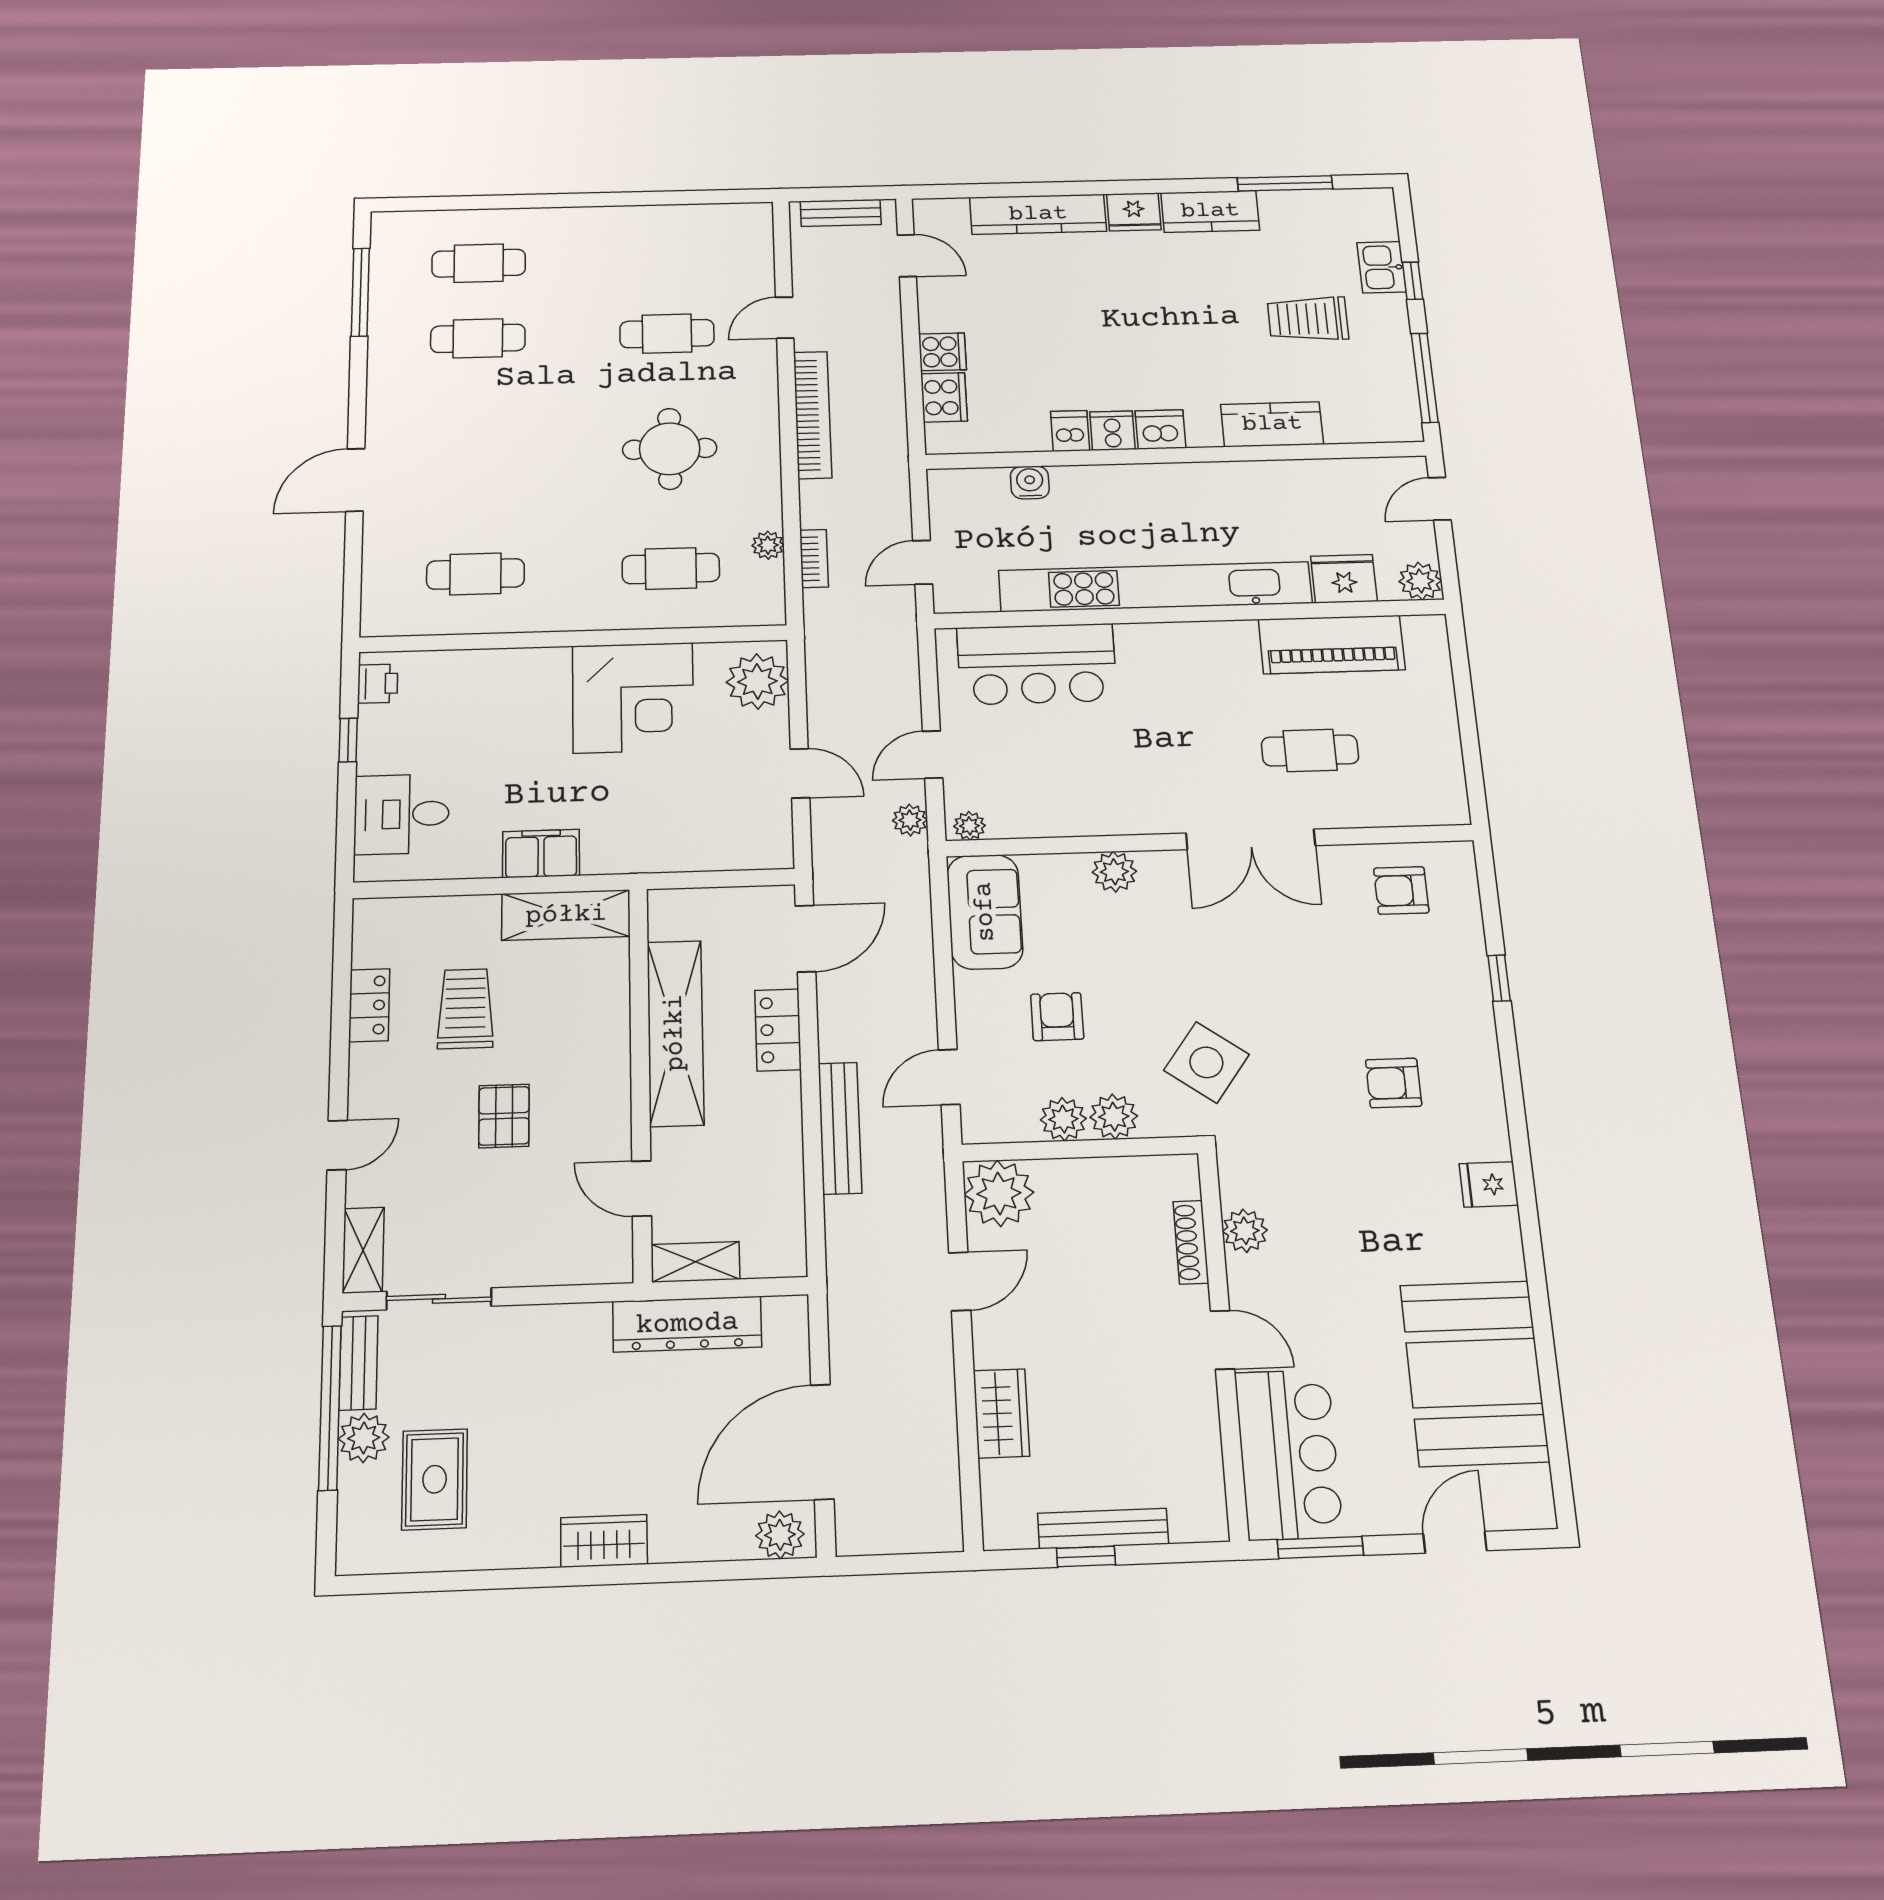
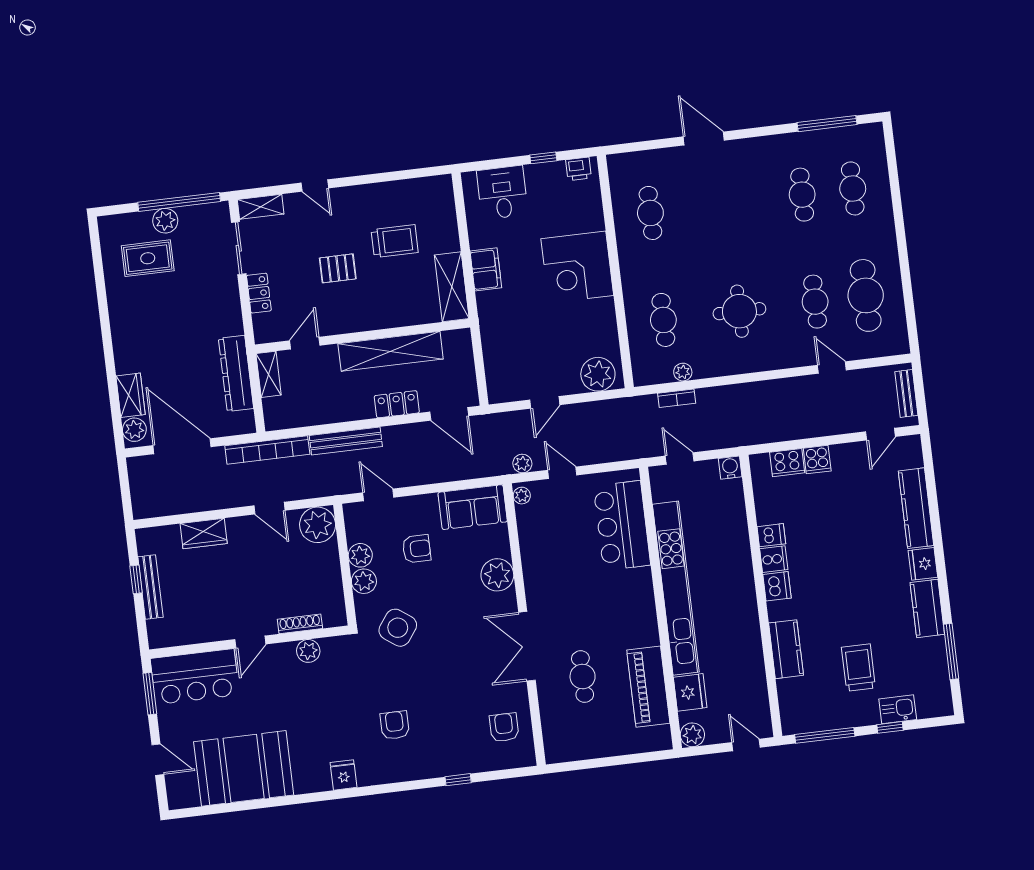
cafe table: (666, 259) -> (866, 295), added
bookcase: (813, 415) -> (267, 450), moved
water cooler: (1030, 482) -> (730, 468), moved, turned -90
corner desk: (633, 698) -> (577, 267), moved
plant: (1114, 872) -> (497, 575), width x1.36, depth x1.36
locker: (369, 1005) -> (259, 293), moved, turned -90
bench: (359, 1363) -> (203, 213), removed
wardrobe: (604, 1541) -> (131, 395), moved

